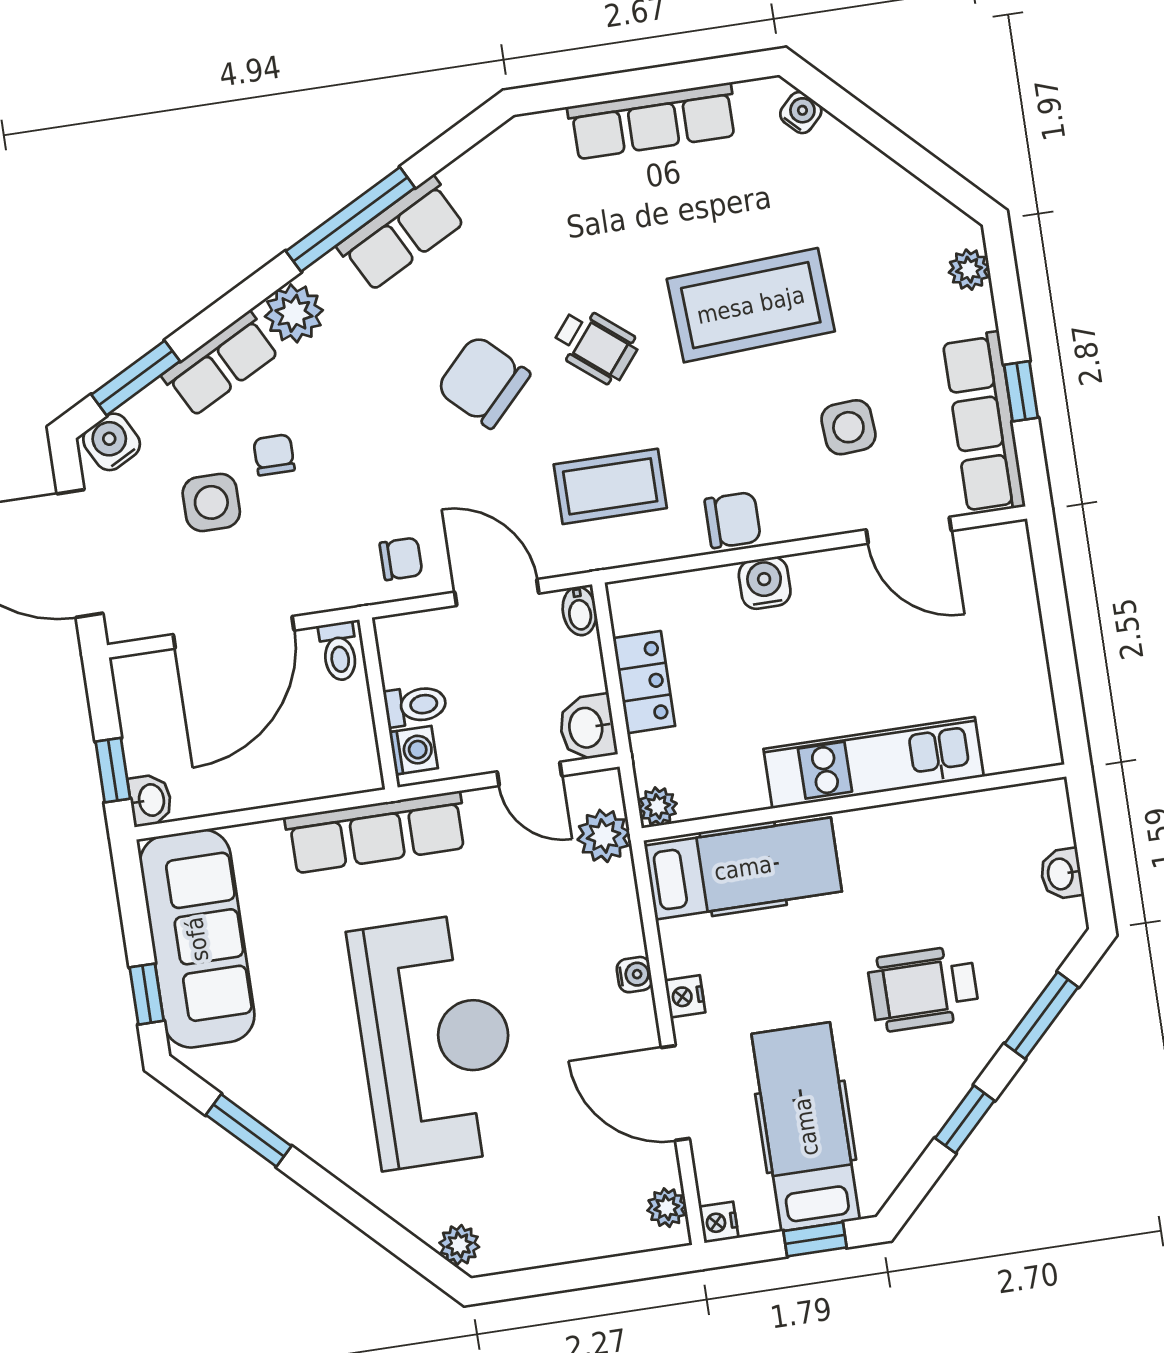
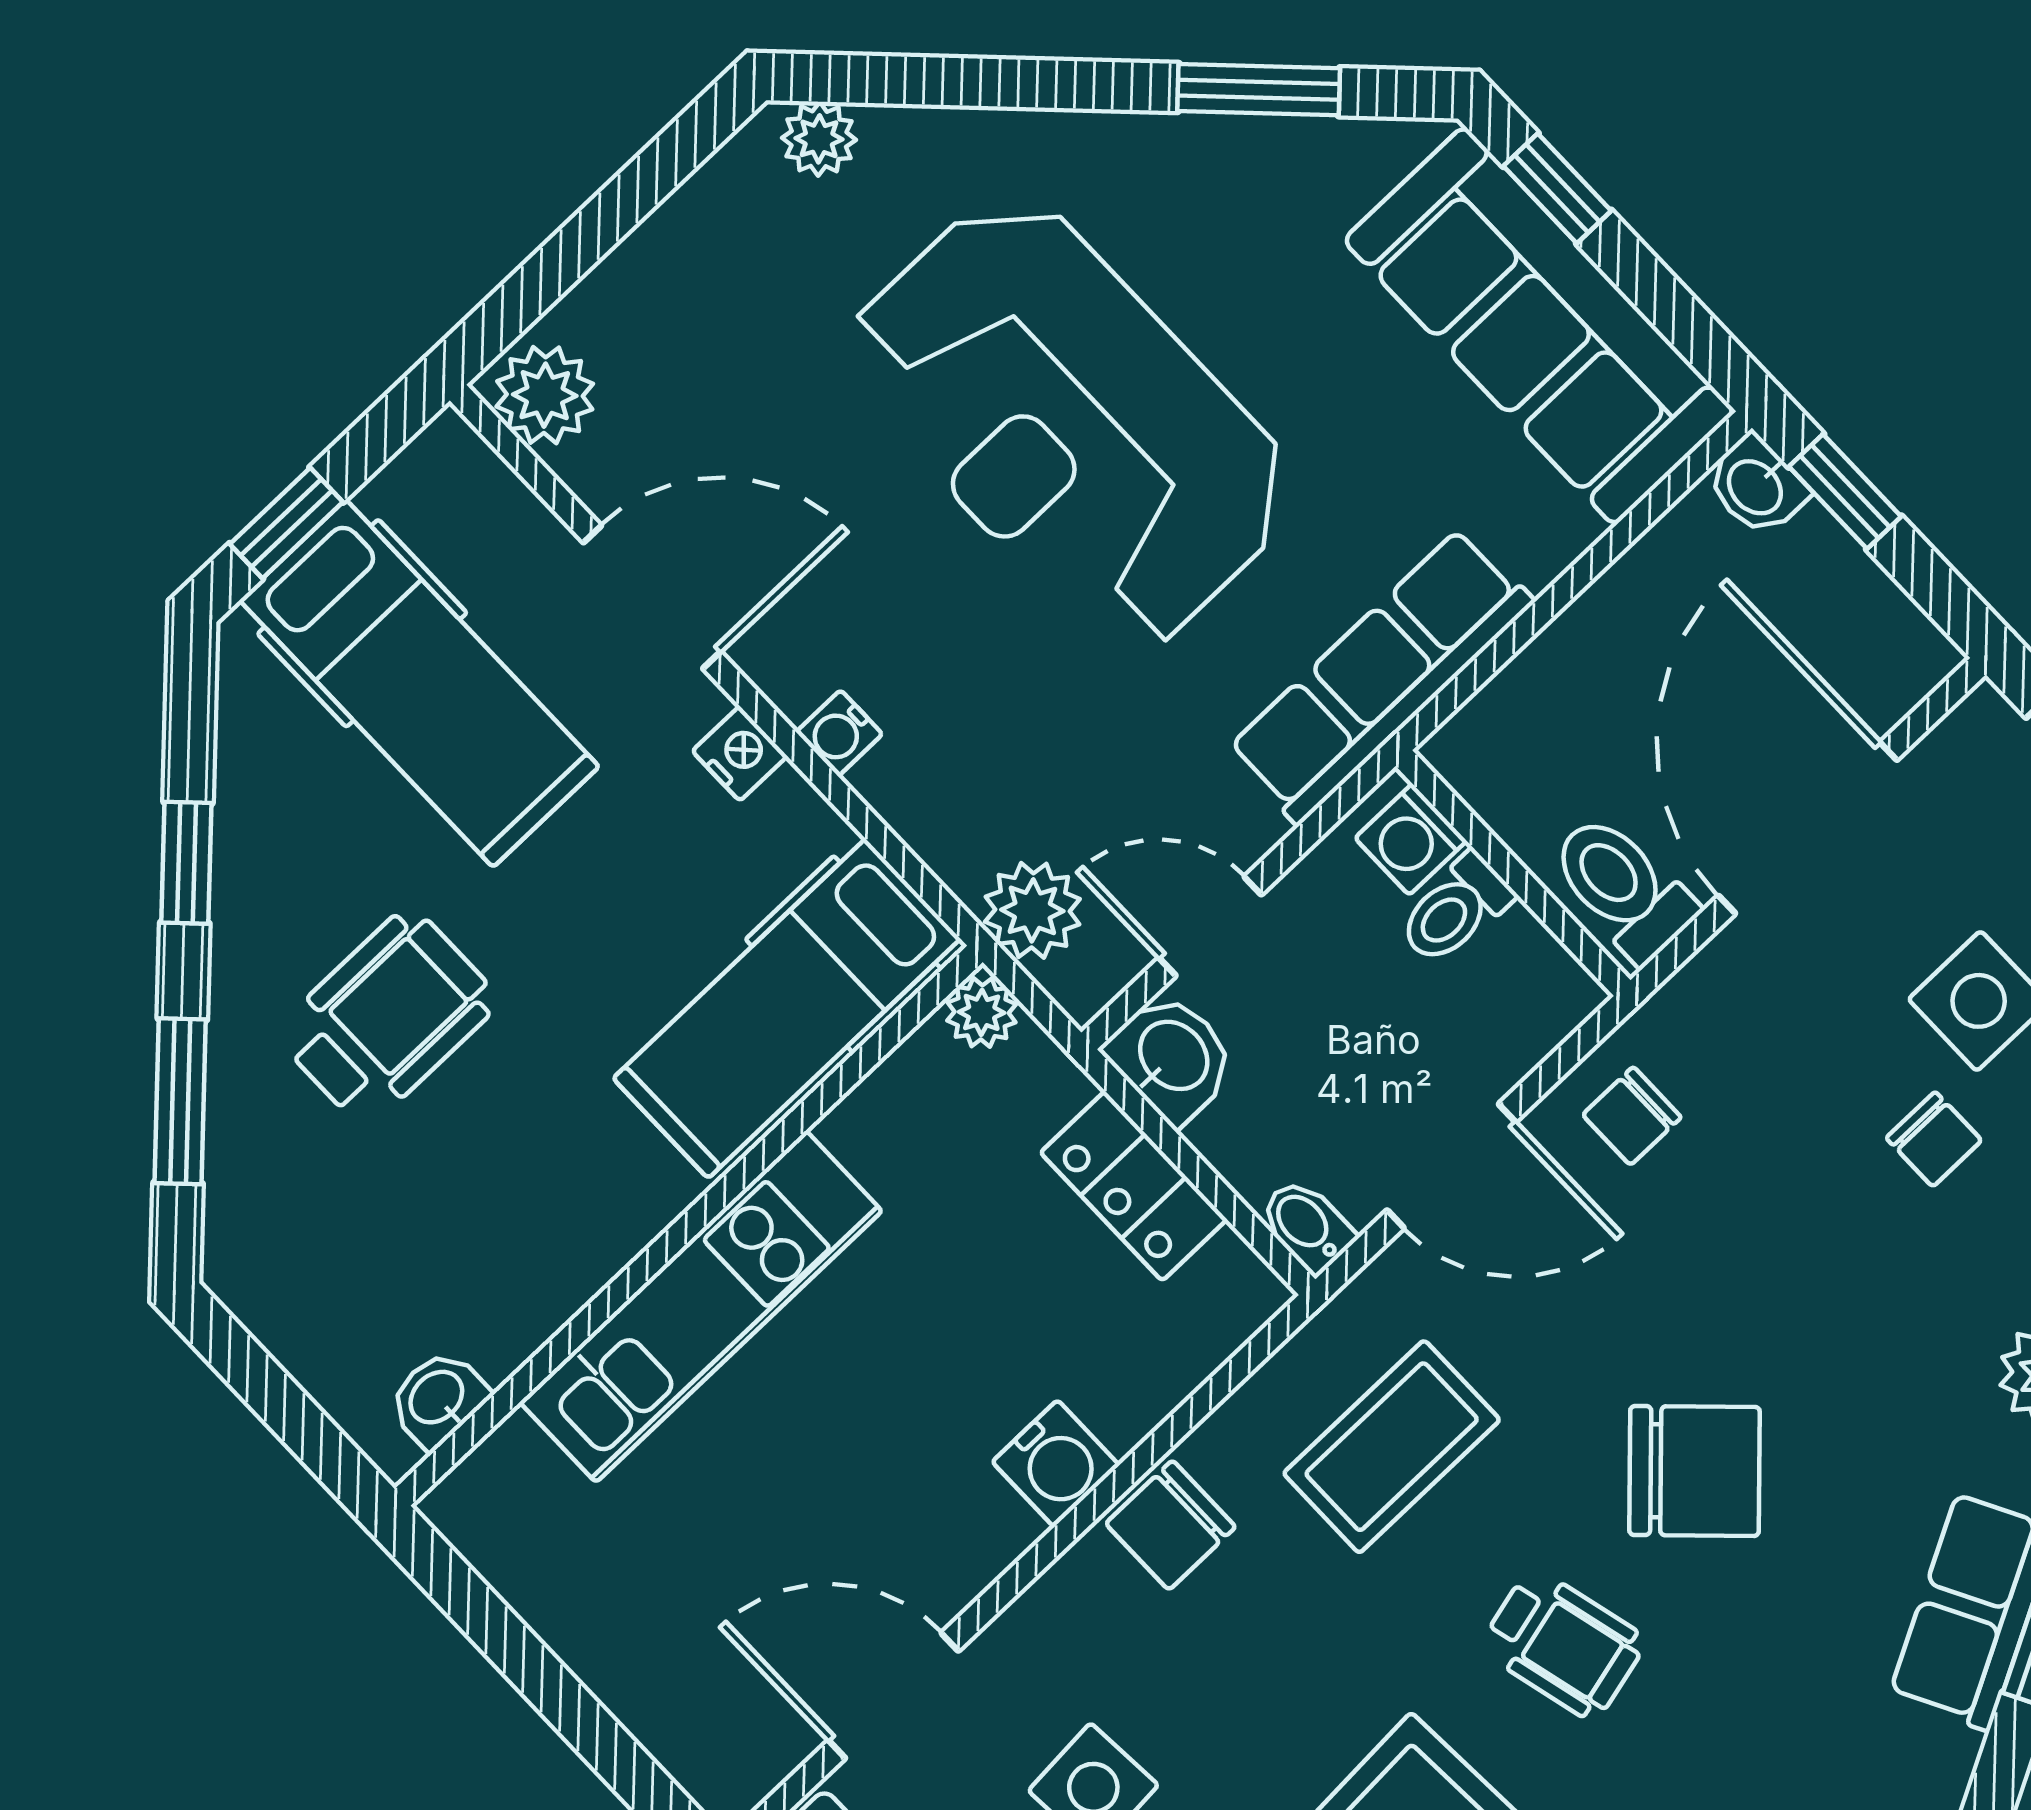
wheelchair: (595, 345) -> (1563, 1644), turned -143
toilet: (339, 651) -> (1623, 887), width x1.37, depth x1.39
washbasin: (1061, 874) -> (438, 1399), moved, turned -90
plant: (667, 1208) -> (545, 395), width x1.38, depth x1.38
nightstand: (719, 1222) -> (450, 447), removed

